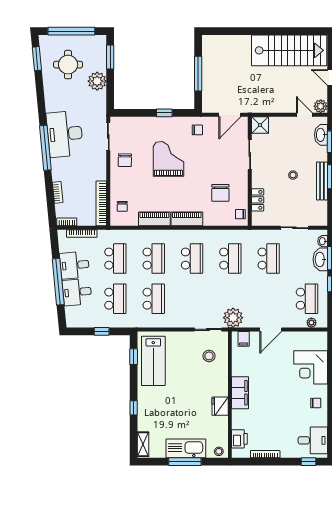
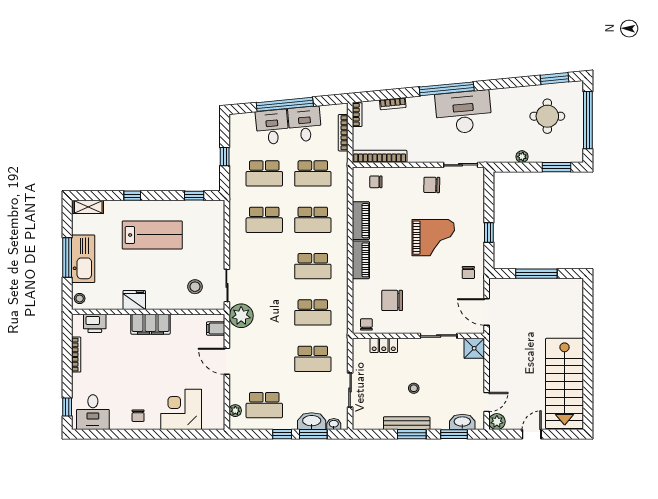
plant: (97, 81) -> (522, 157), width x0.53, depth x0.53
lab bench: (153, 361) -> (152, 235), moved, turned 180

